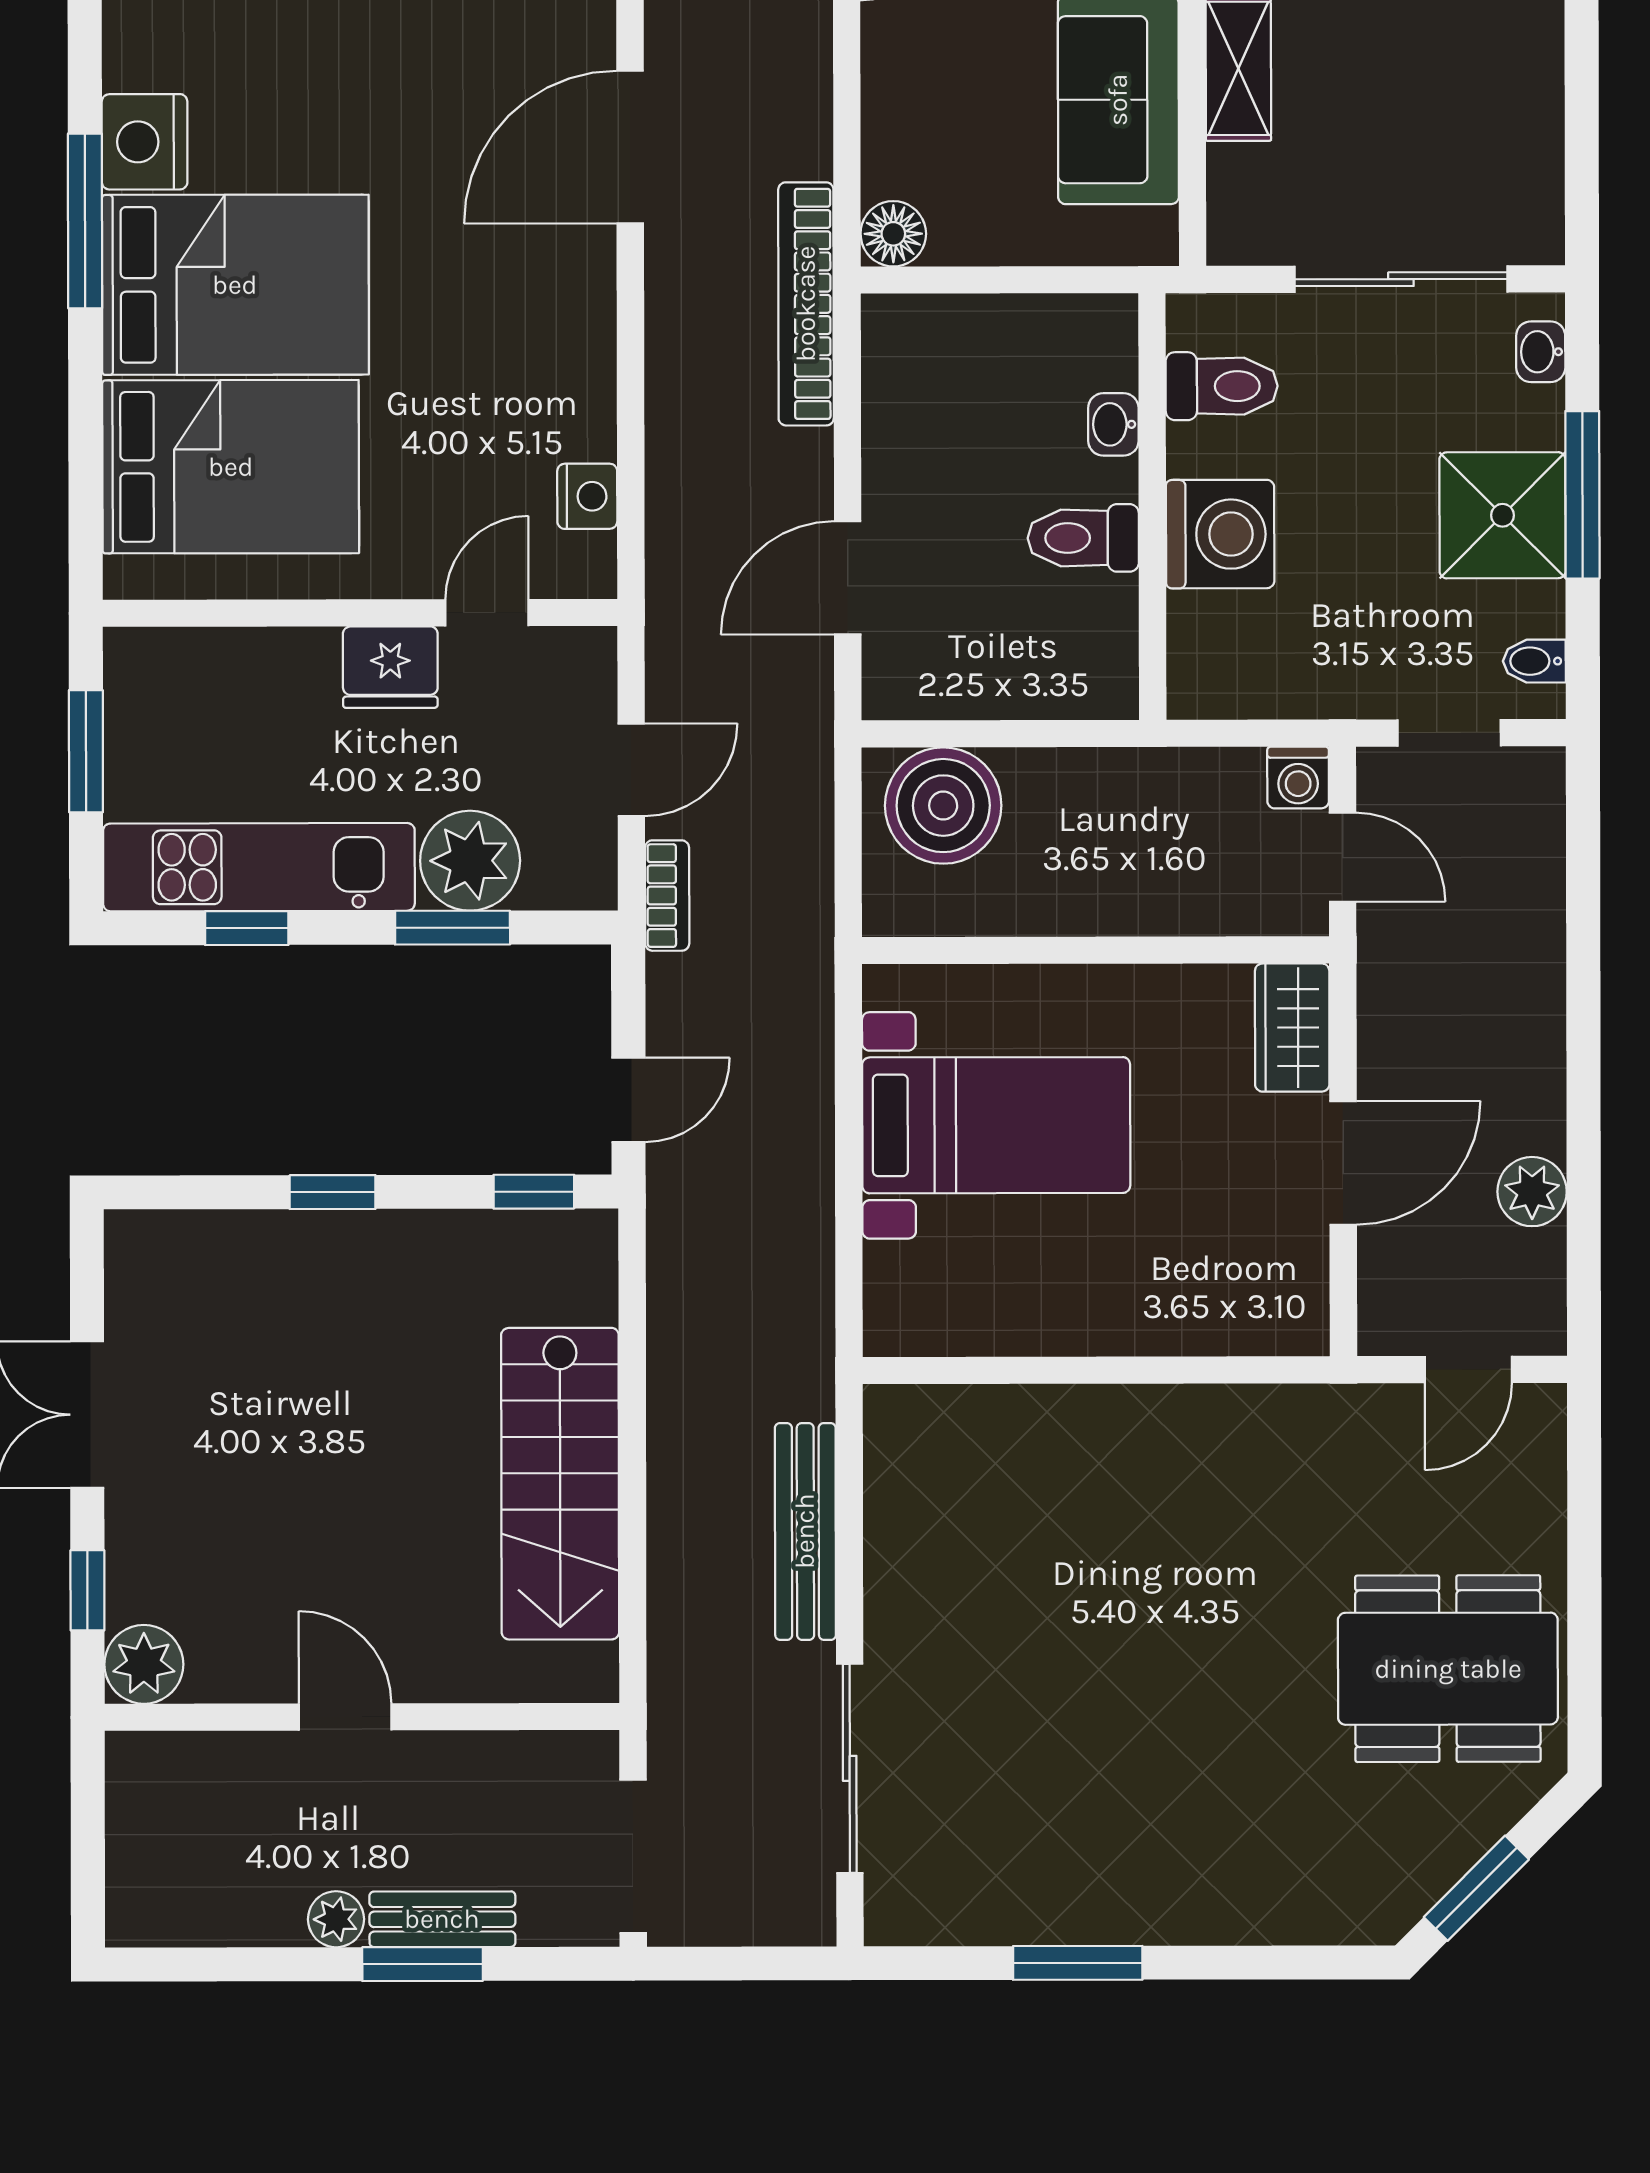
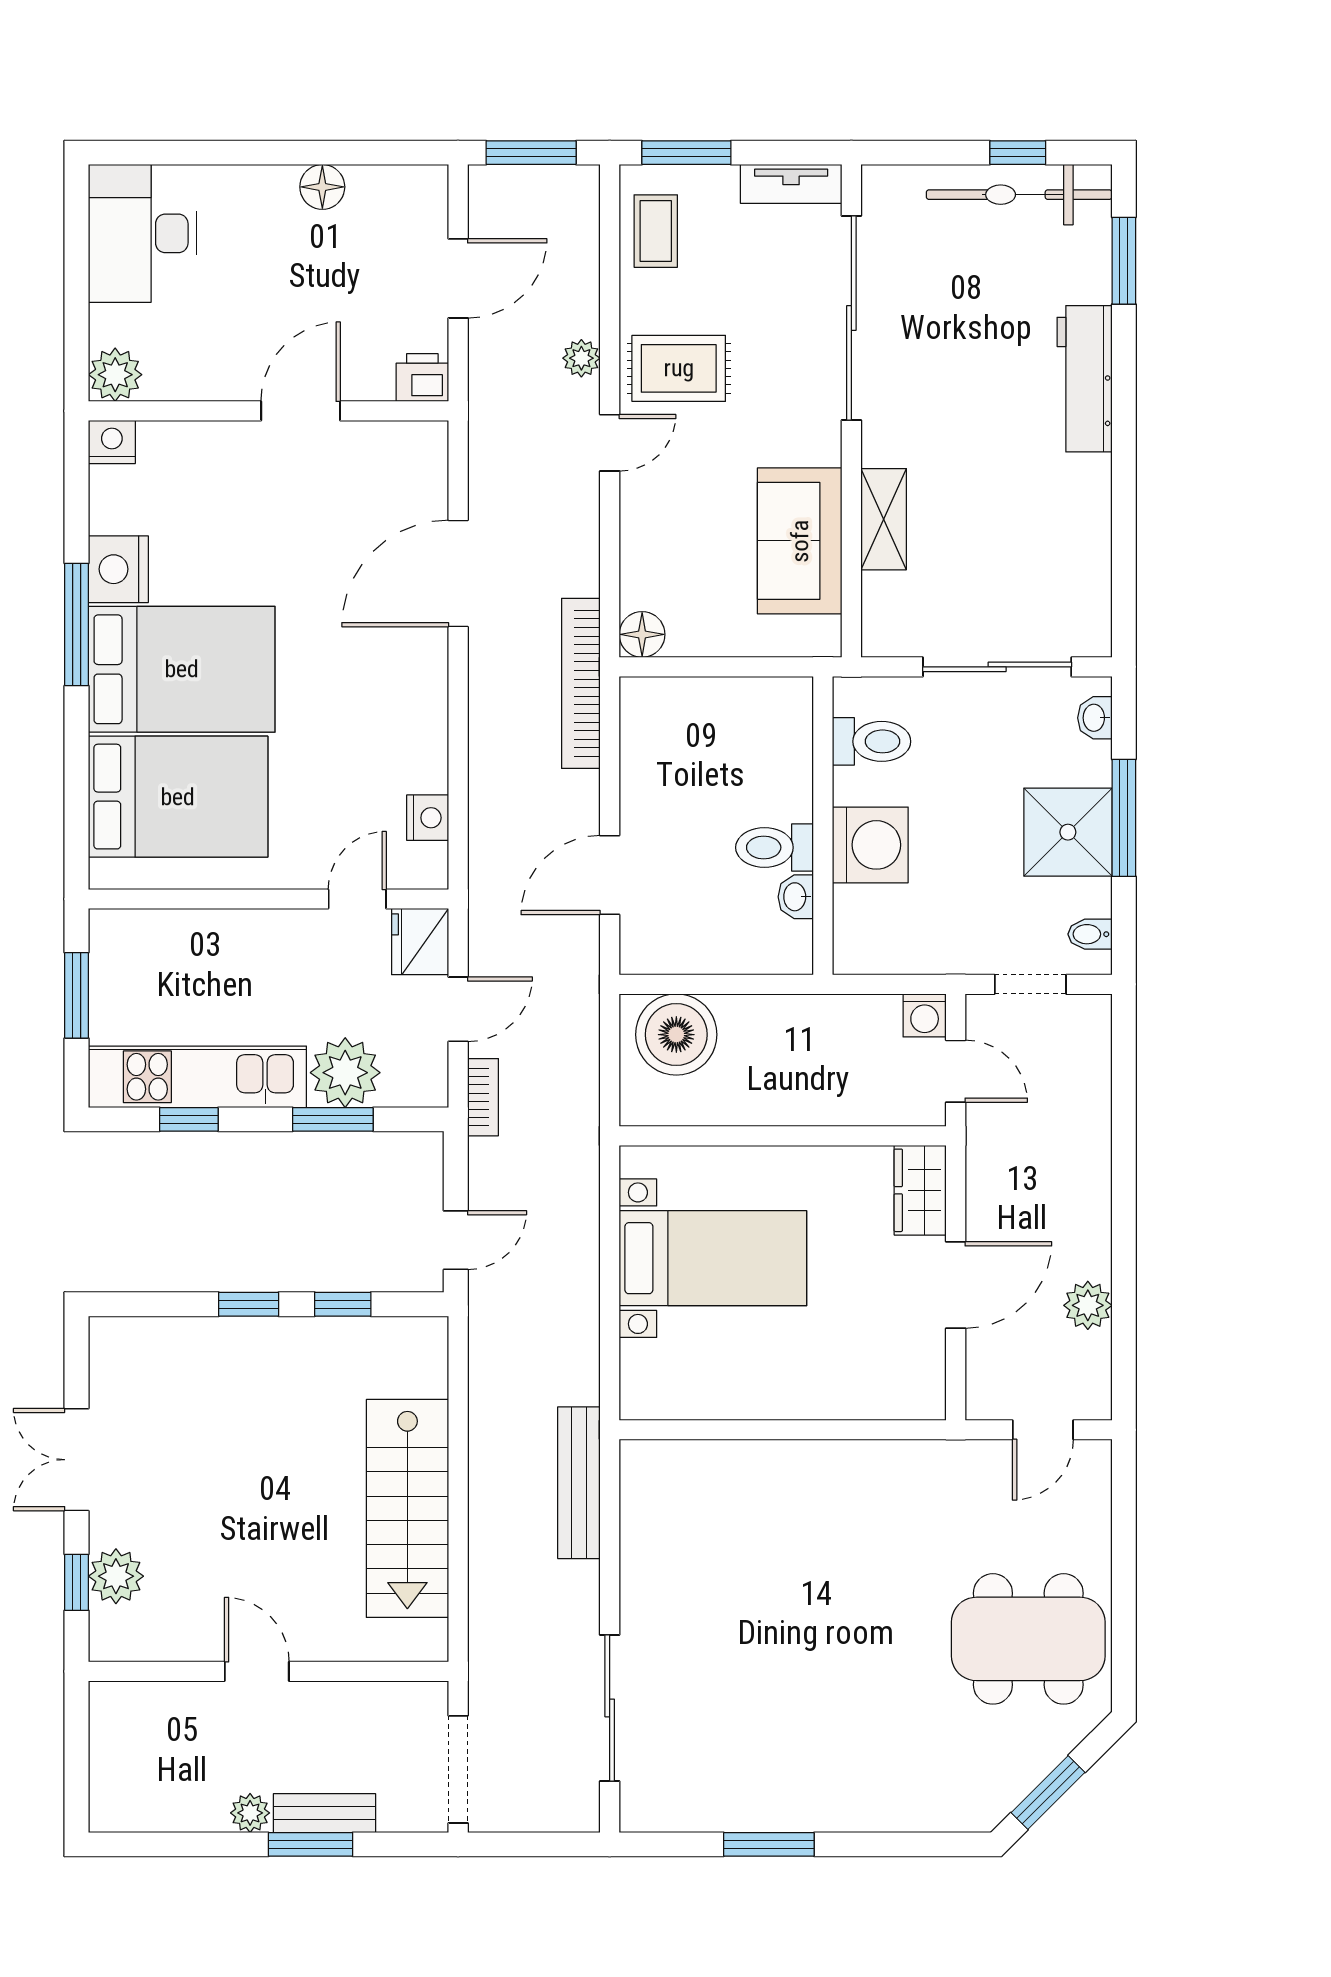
washbasin: (1113, 424) -> (796, 897), moved
fridge: (390, 667) -> (420, 942), moved, turned 90
window: (534, 1192) -> (343, 1304), moved
bench: (805, 1531) -> (579, 1483), moved
plant: (144, 1664) -> (116, 1576), moved

